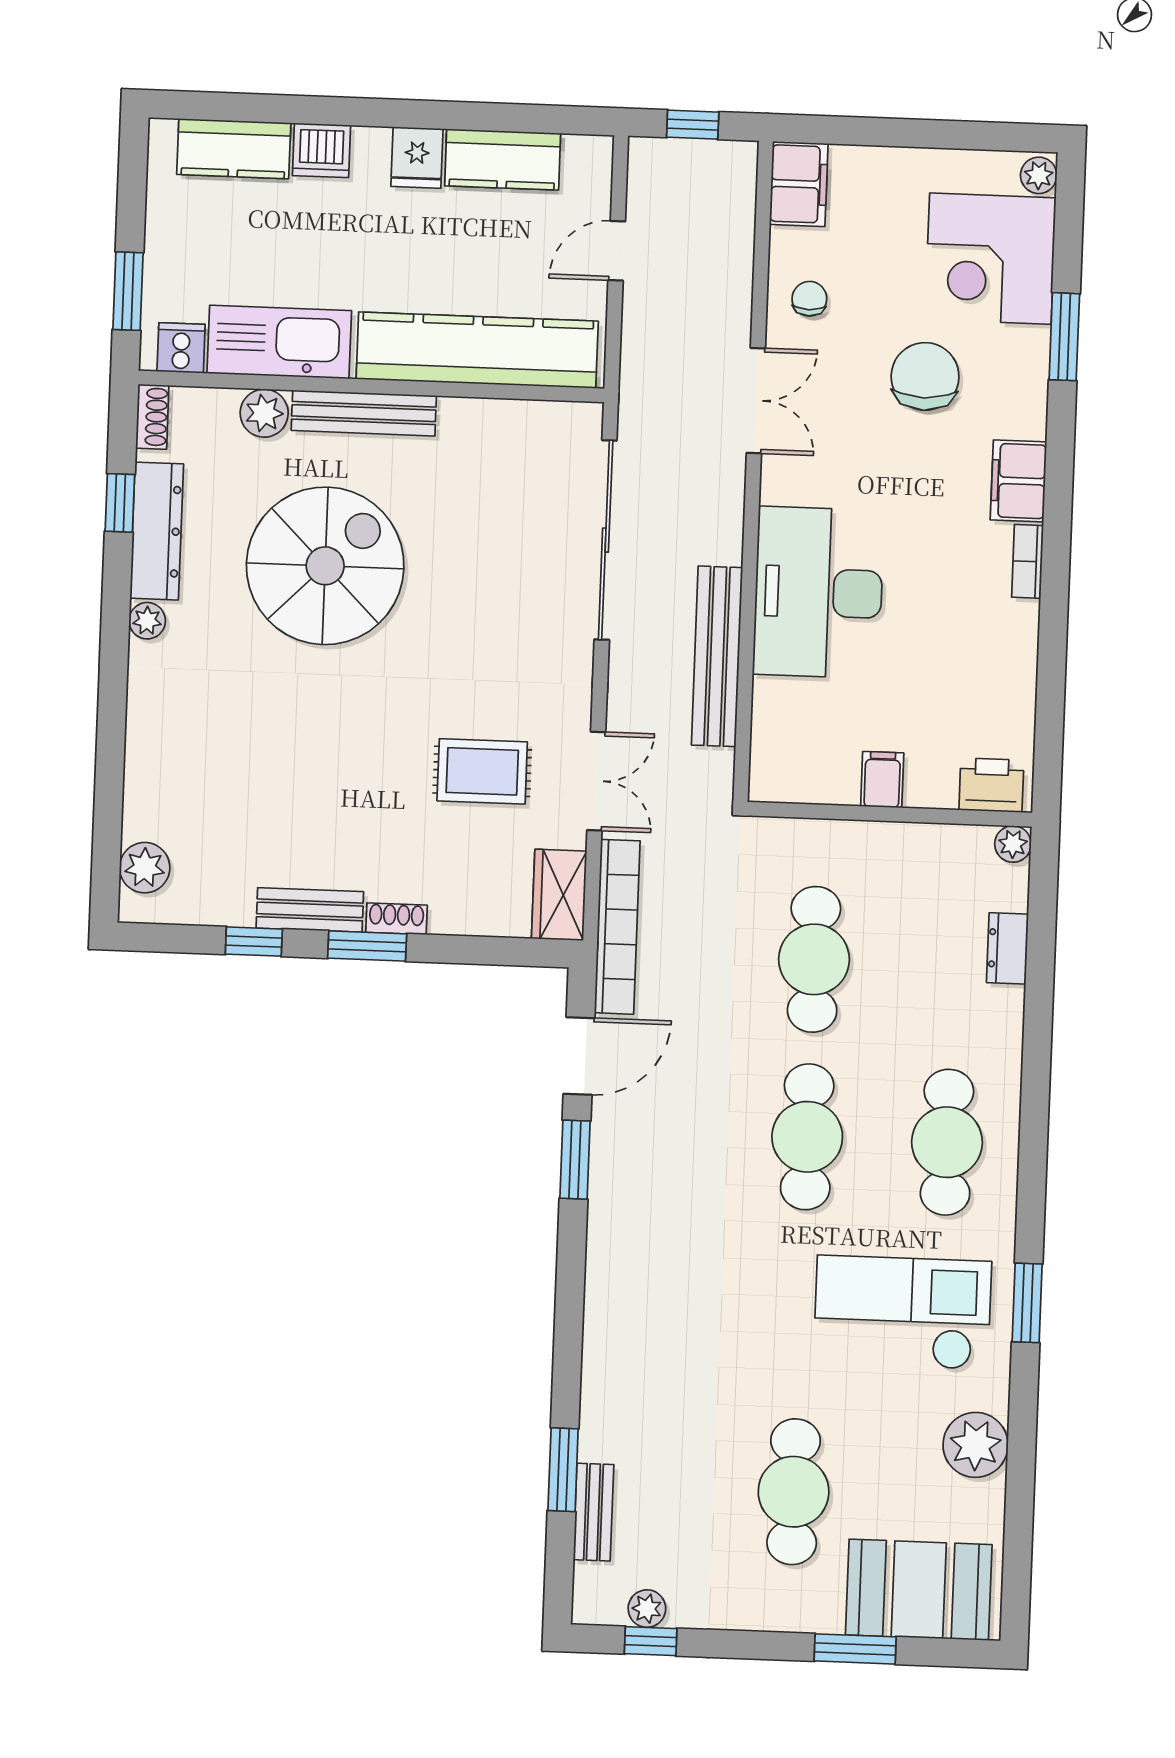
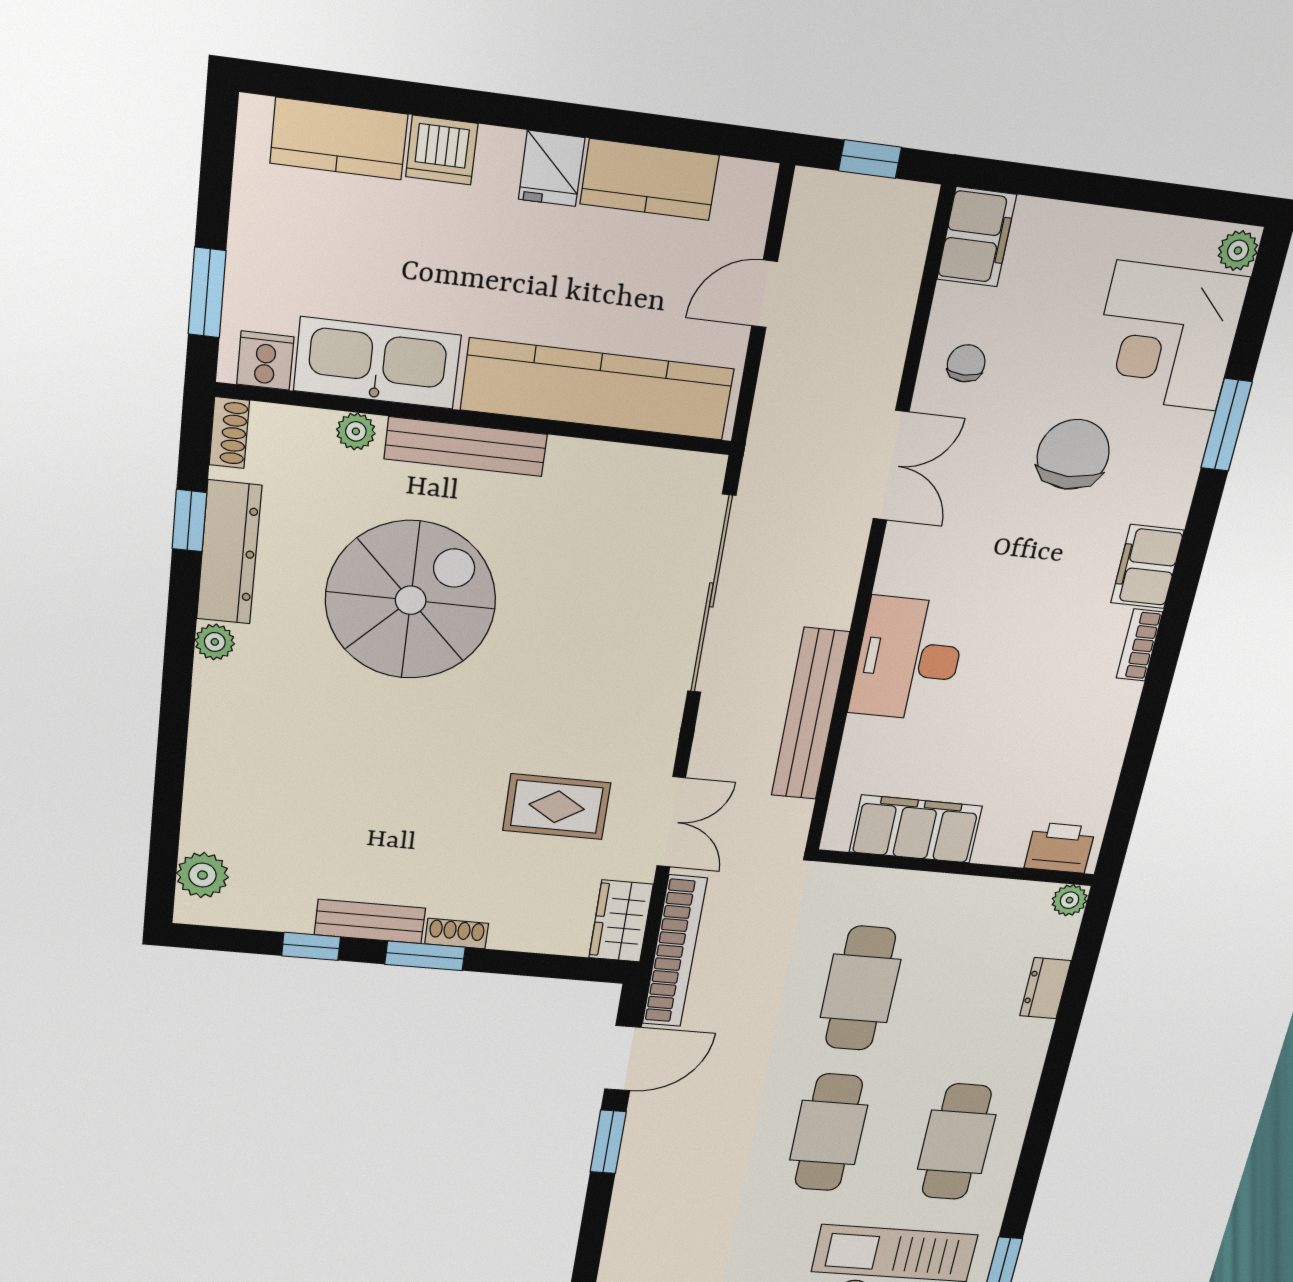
plant: (264, 413) -> (356, 431), width x0.73, depth x0.73
desk: (818, 592) -> (908, 659), width x0.73, depth x0.77
filing cabinet: (882, 780) -> (916, 829), width x3.00, depth x1.17

